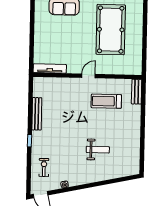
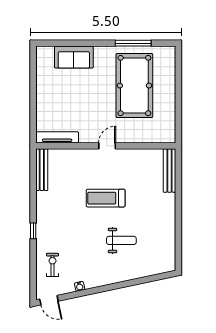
bench: (137, 92) -> (170, 171), width x1.36
treadmill: (106, 101) -> (106, 198), moved
bench: (37, 114) -> (42, 170), moved

